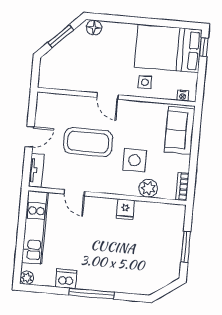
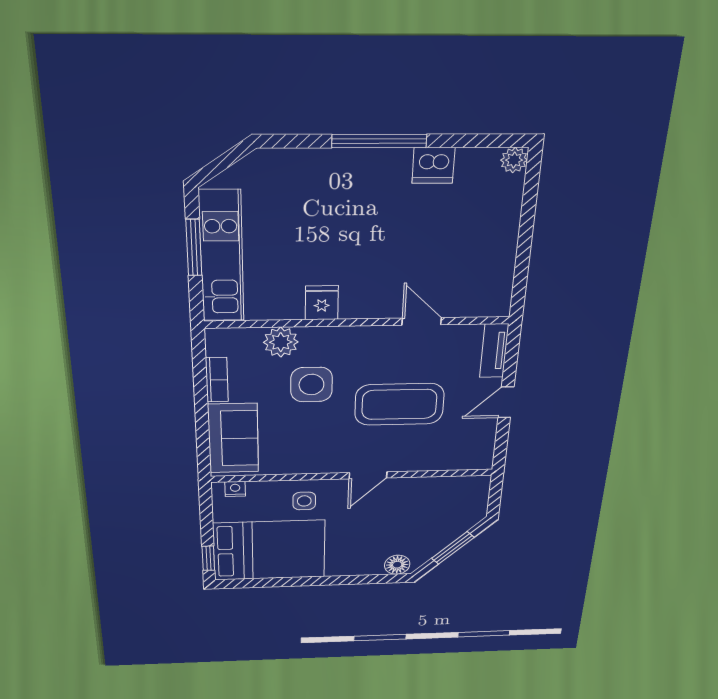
door: (108, 96) -> (368, 475), swing flipped
bookcase: (182, 187) -> (217, 380), moved
kitchen unit: (35, 227) -> (222, 257), moved, turned 180

